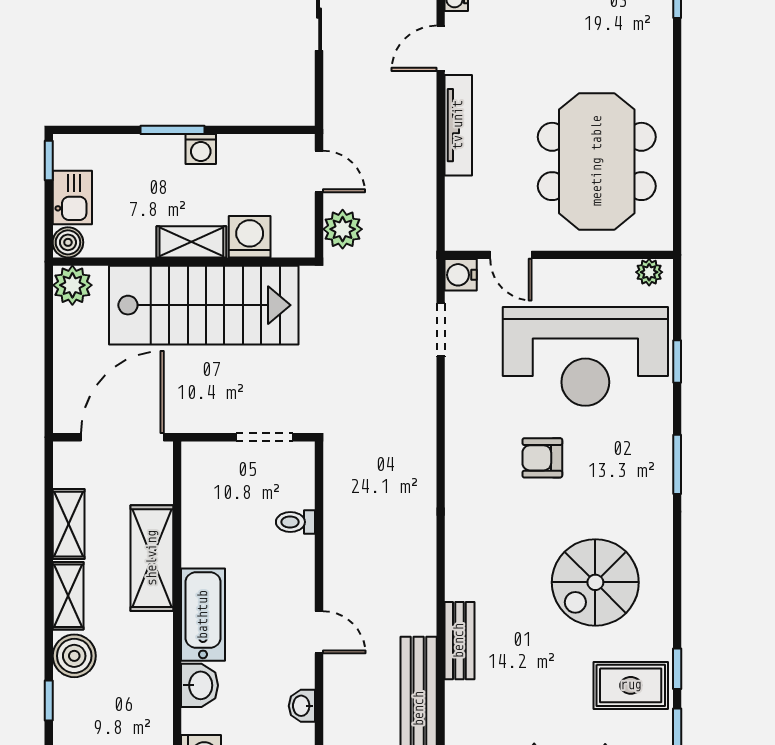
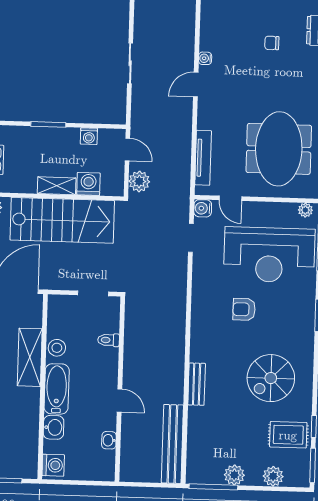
tv unit: (458, 125) -> (203, 158), moved
washing machine: (201, 149) -> (89, 136), moved
stool: (201, 539) -> (57, 348), added
bench: (459, 641) -> (197, 384), moved

